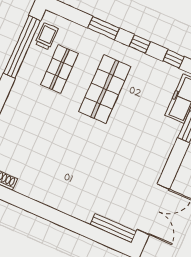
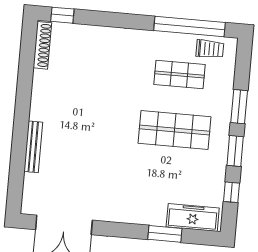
window: (140, 44) -> (235, 151), width x1.50
bench: (113, 228) -> (33, 147), moved

